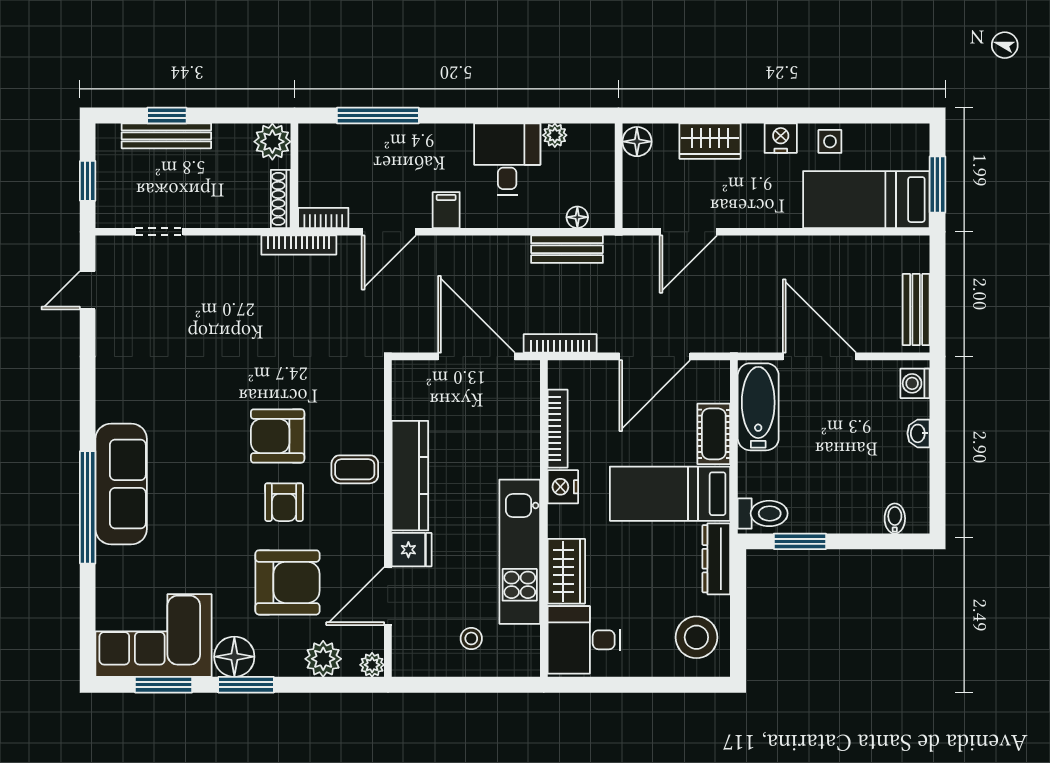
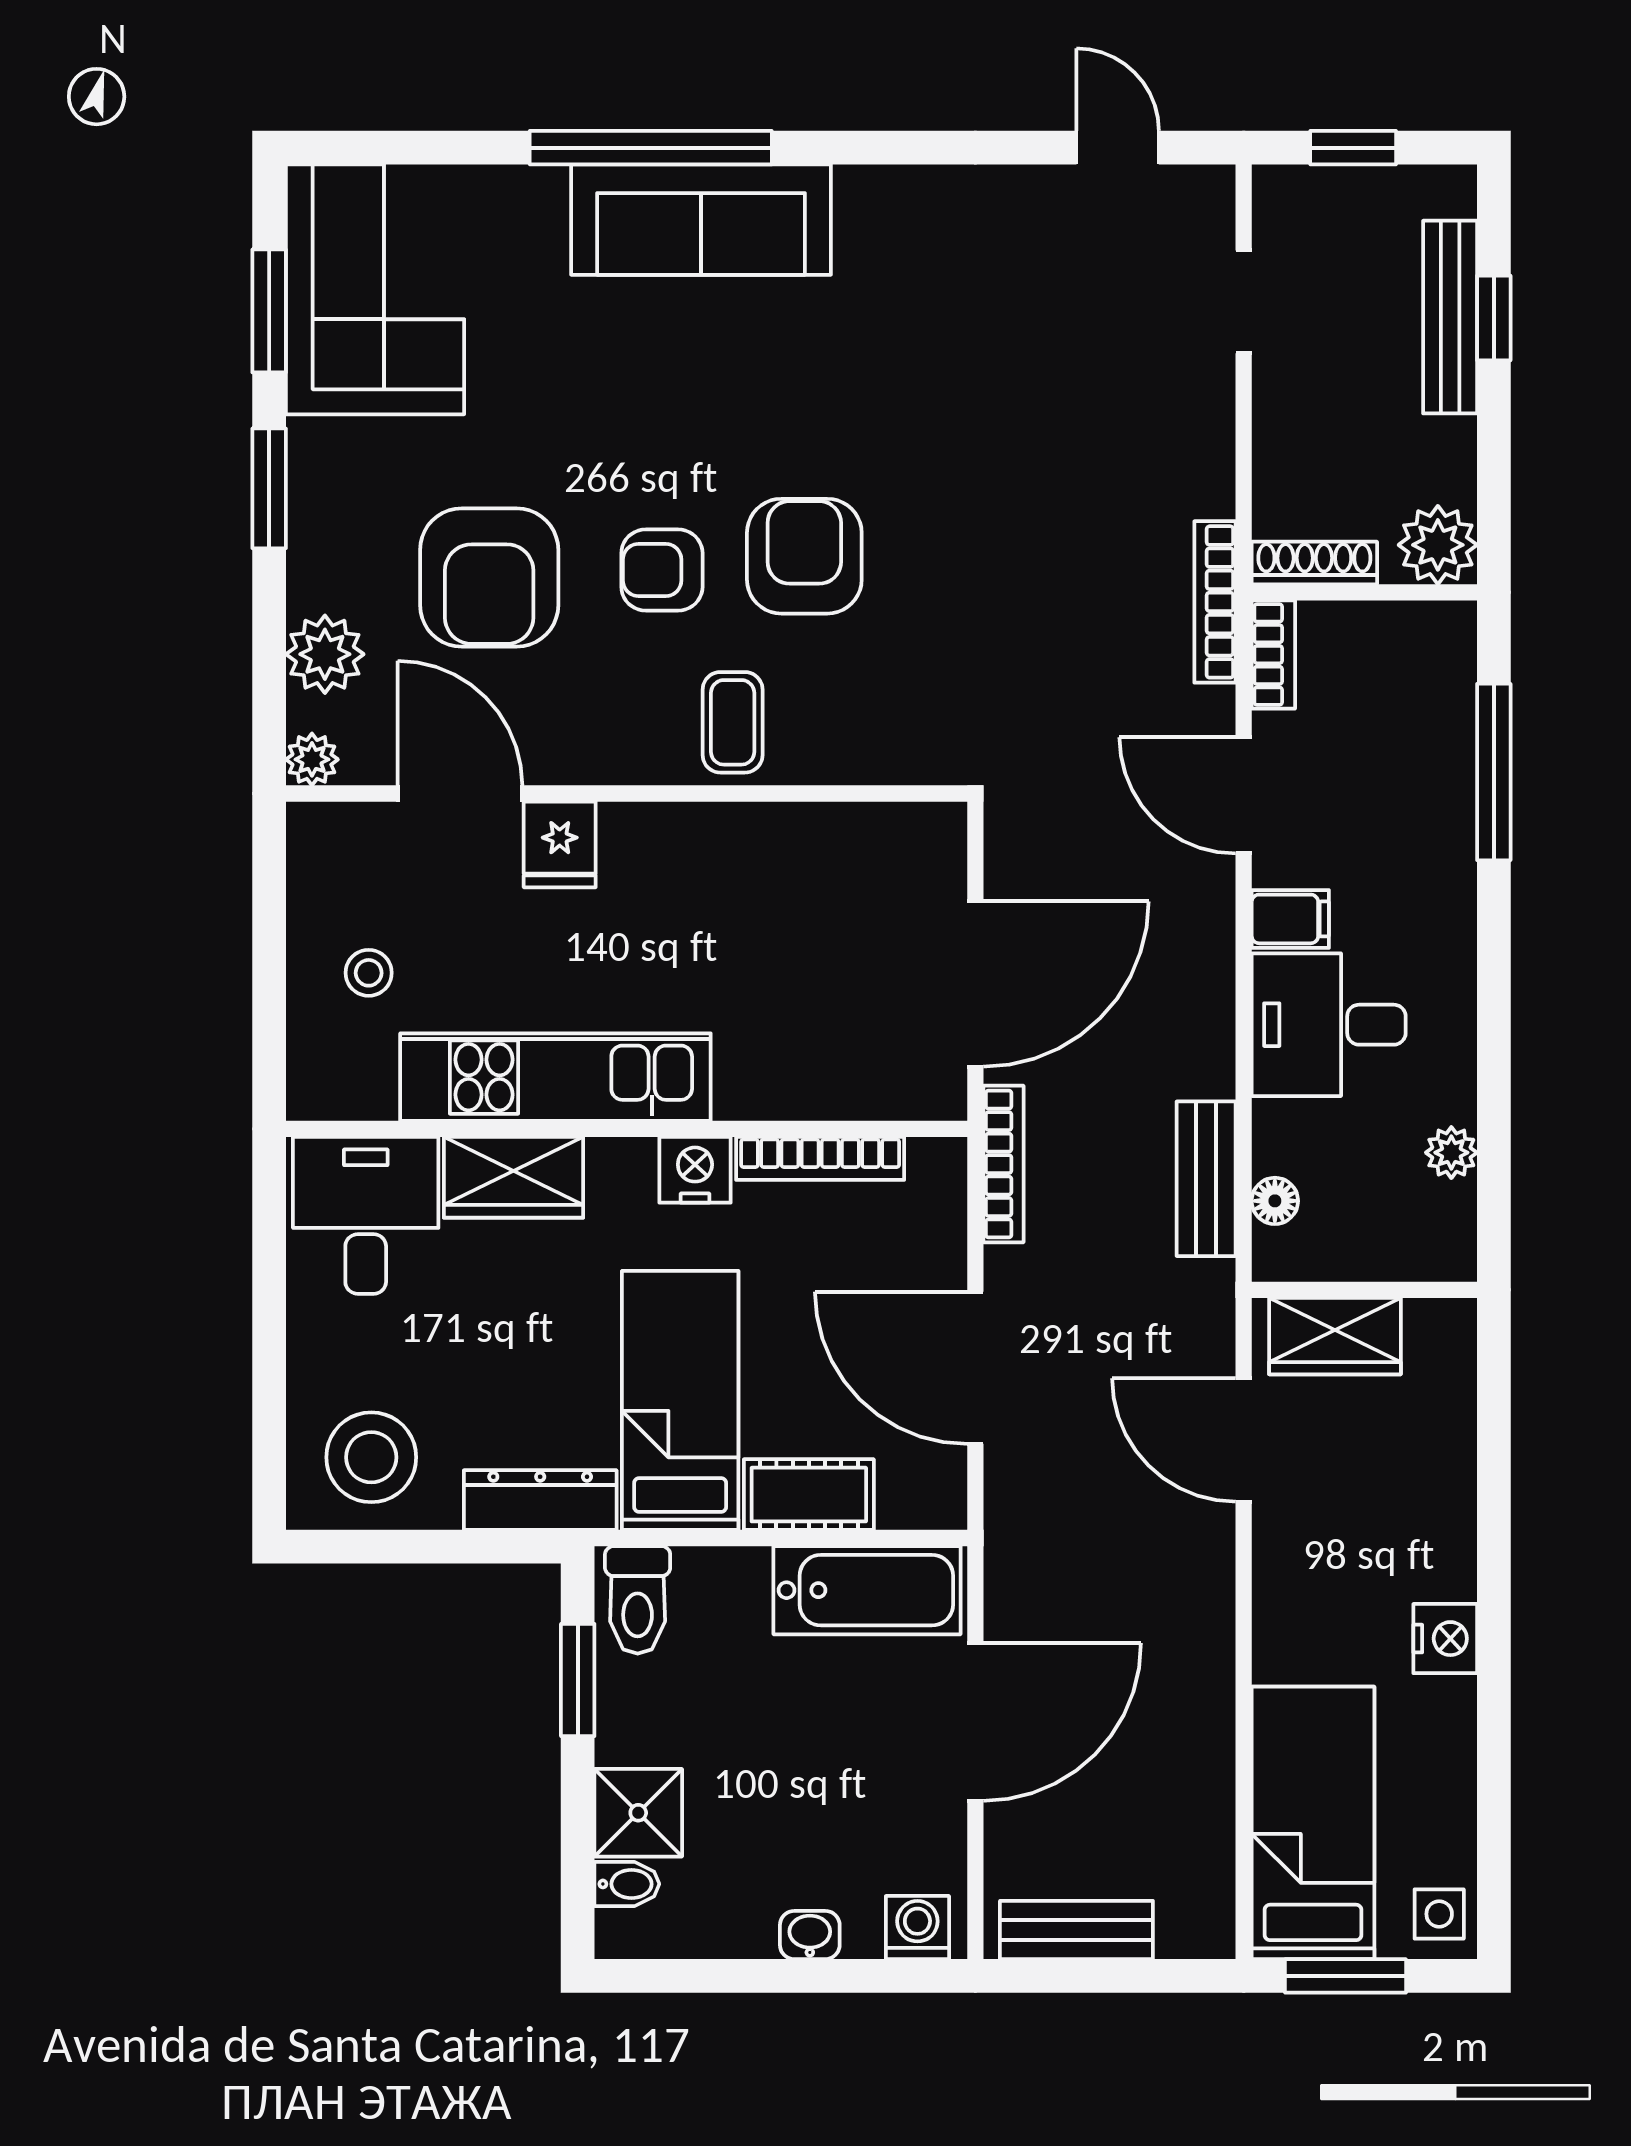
wardrobe: (710, 141) -> (1335, 1336), moved, turned -90
side table: (830, 141) -> (1439, 1914), moved
floor lamp: (637, 142) -> (1438, 1329), removed
desk: (507, 159) -> (1329, 1025), moved, turned 180
kitchen counter: (410, 476) -> (719, 841), removed
shower: (862, 513) -> (638, 1813), added
floor lamp: (234, 657) -> (329, 463), removed

